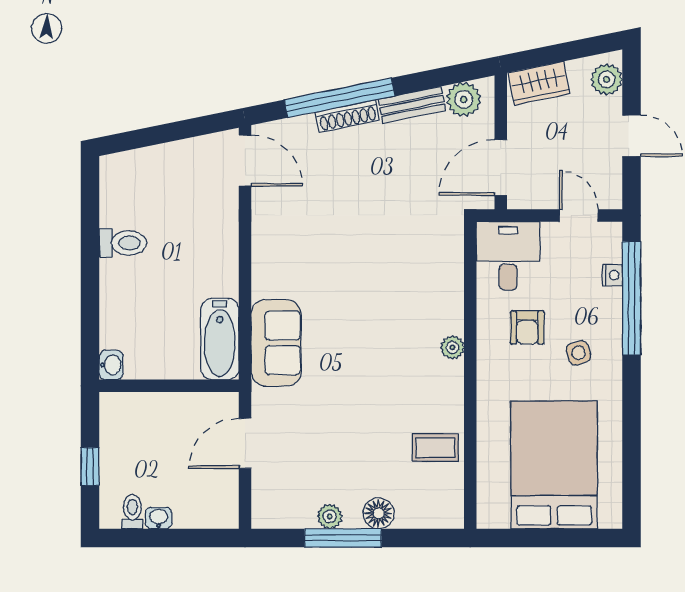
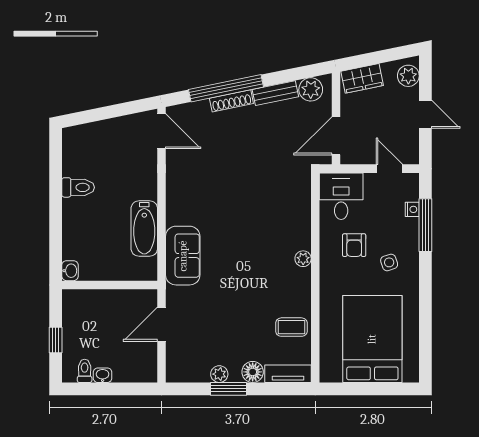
window: (632, 298) -> (425, 225), width x0.68
bathtub: (220, 339) -> (144, 229), moved
tv unit: (430, 516) -> (288, 374), added
window: (343, 538) -> (228, 389), width x0.69

